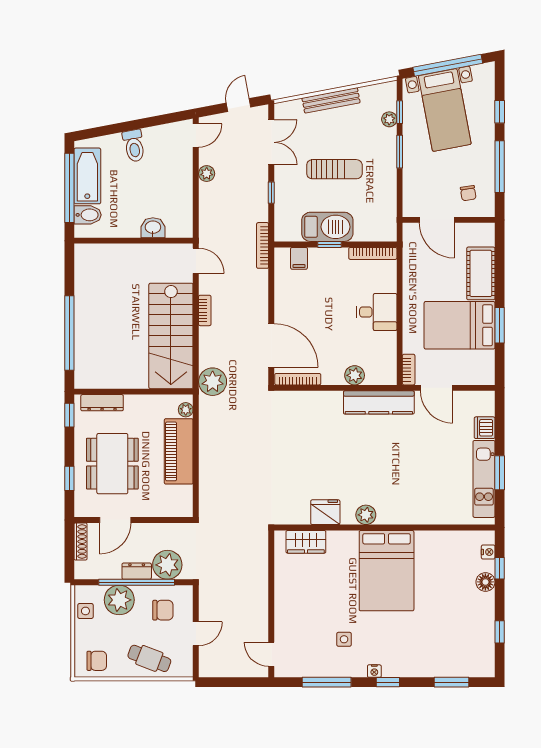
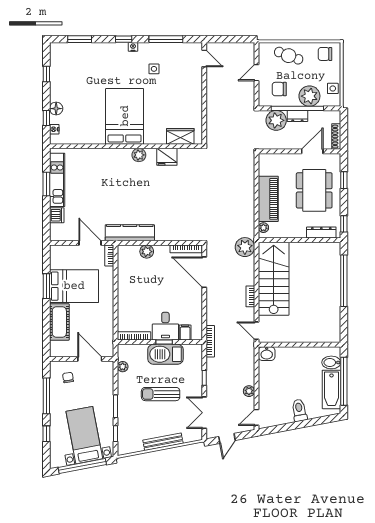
plant: (389, 119) -> (123, 367), moved
washbasin: (153, 228) -> (267, 354), moved
desk: (377, 312) -> (165, 326), moved, turned -90

